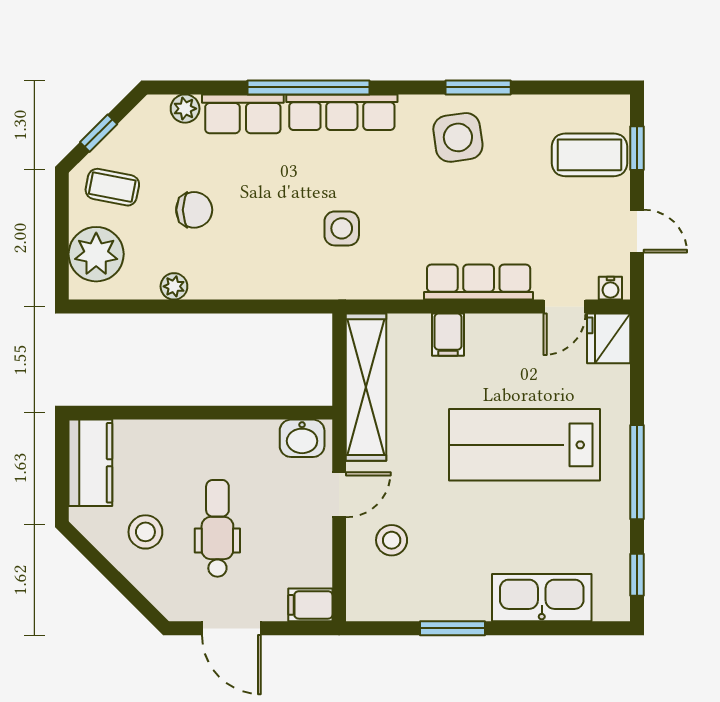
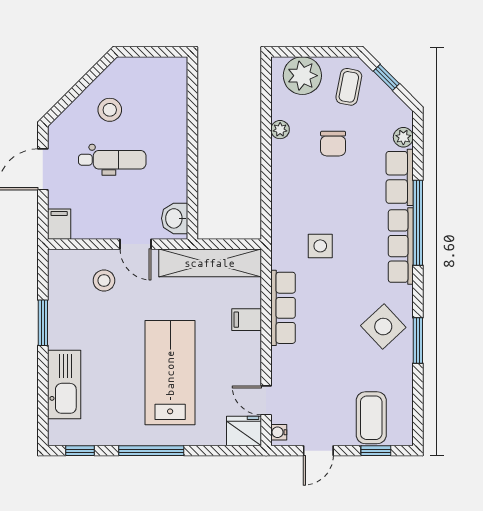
side table: (458, 137) -> (383, 327), turned -35
row of seats: (479, 282) -> (283, 308), moved
kitchen counter: (90, 463) -> (158, 72), removed

